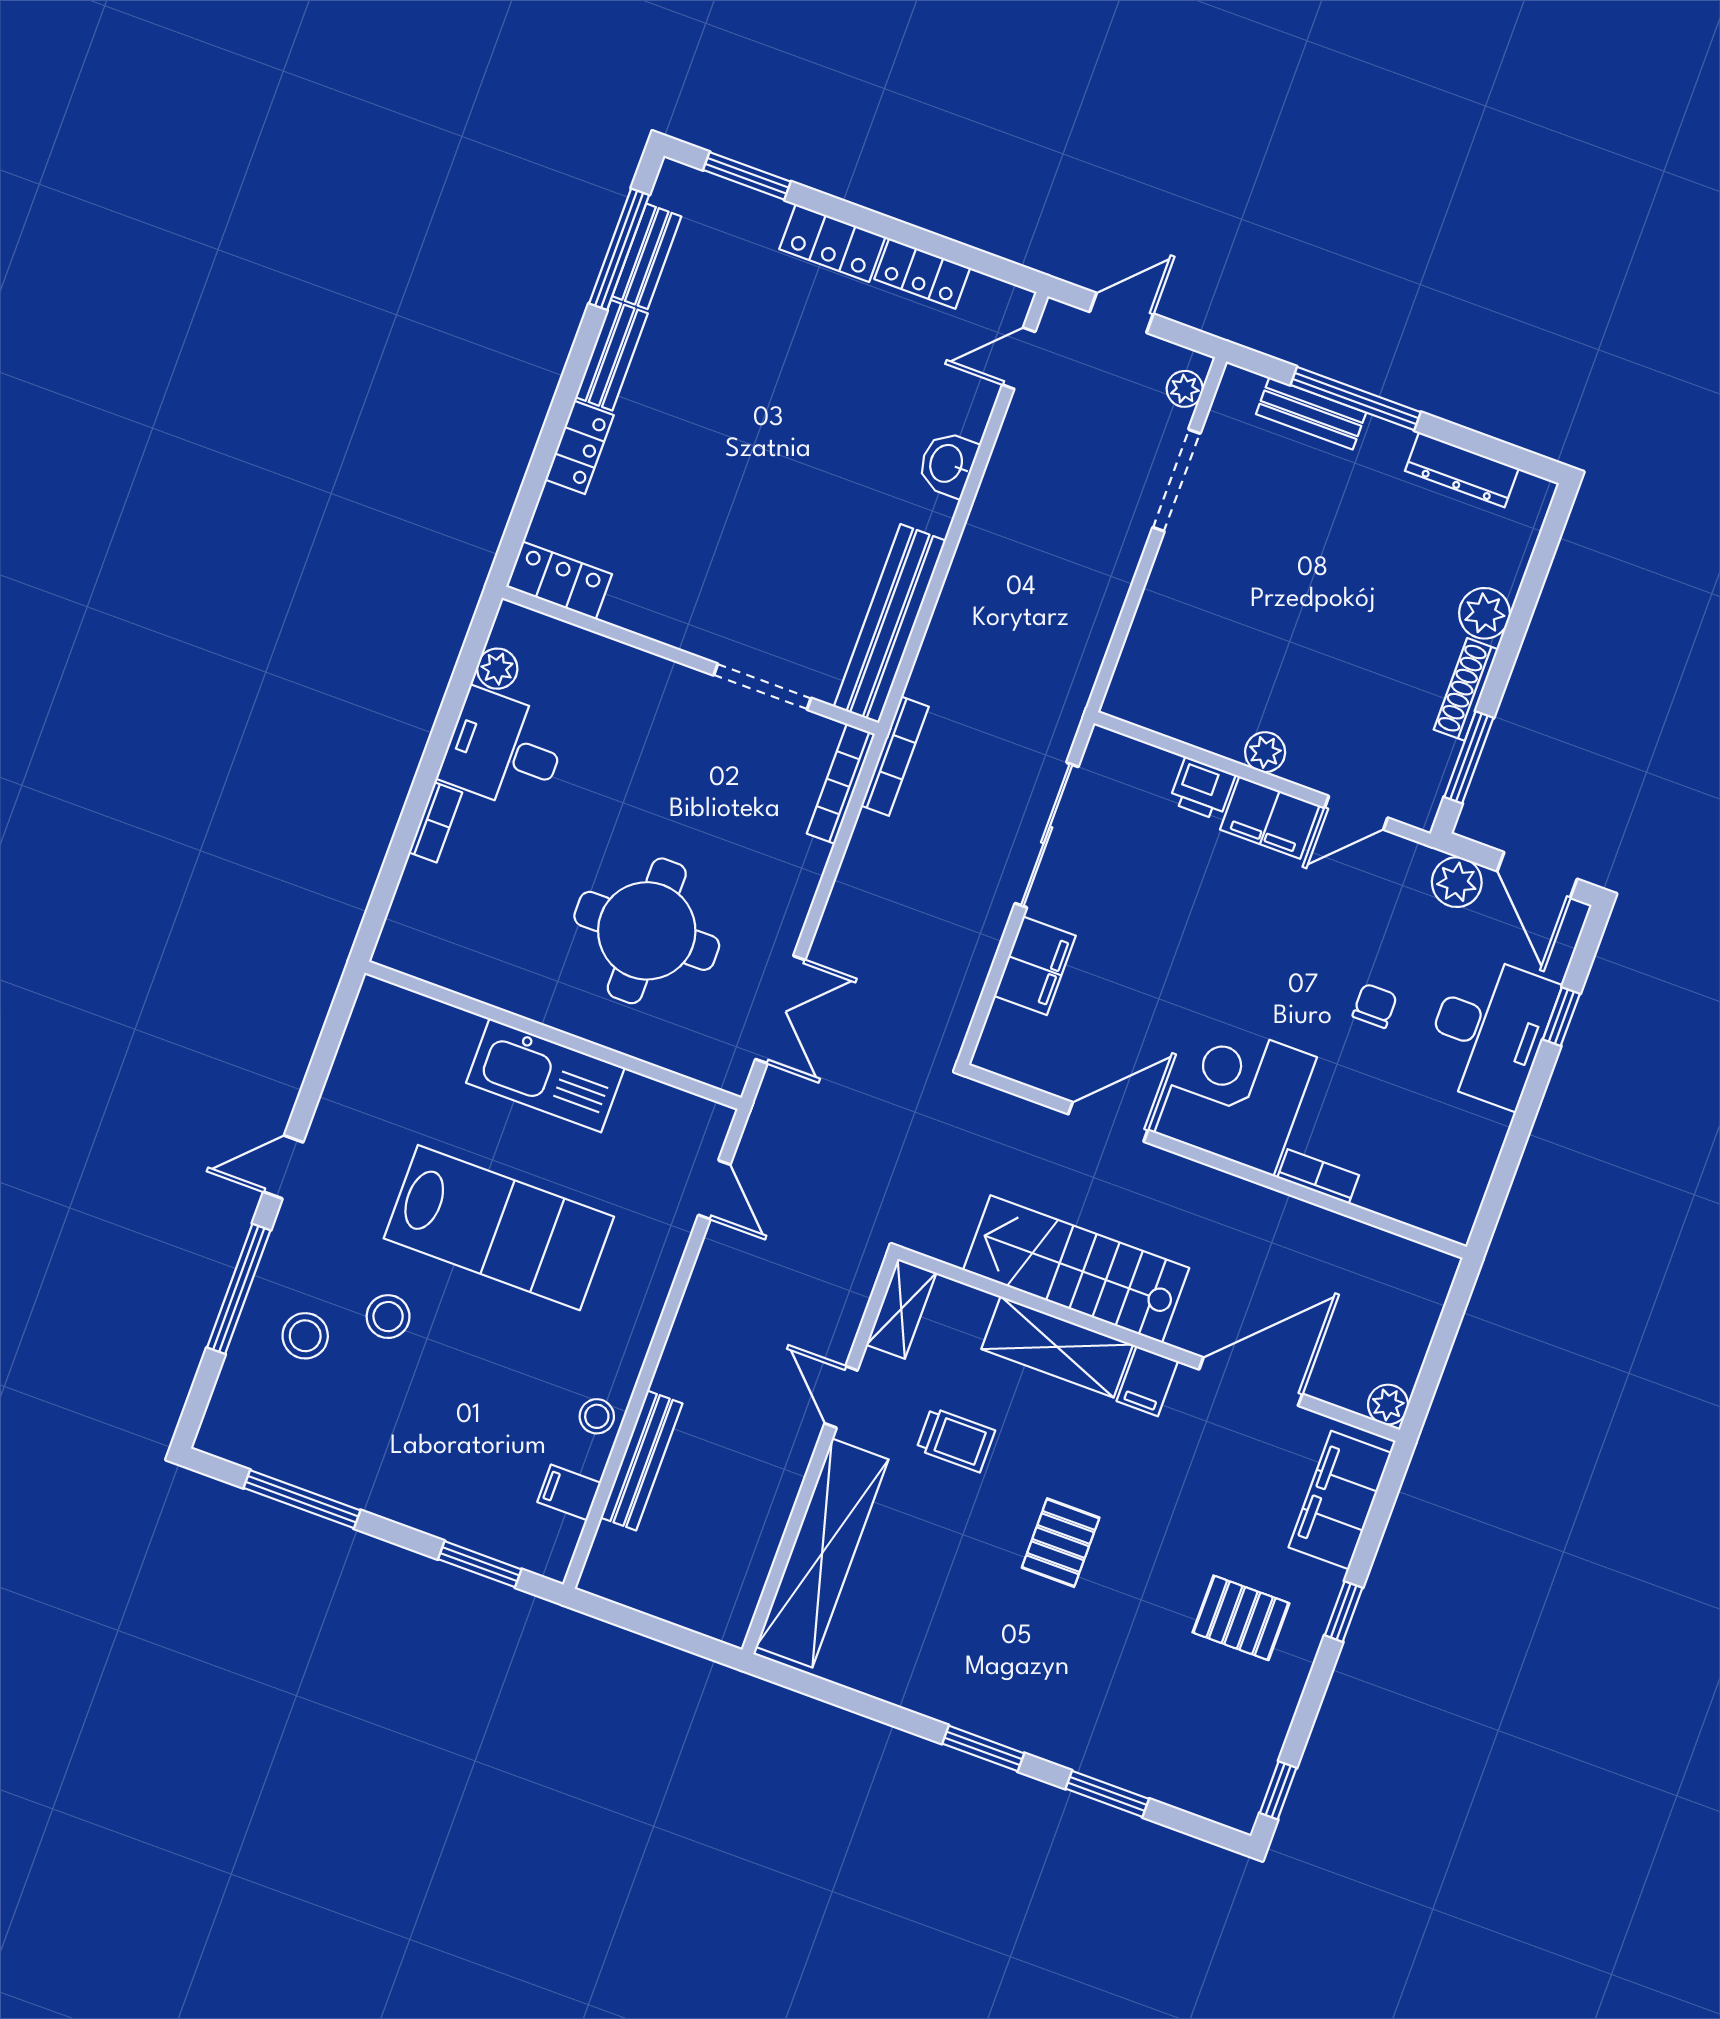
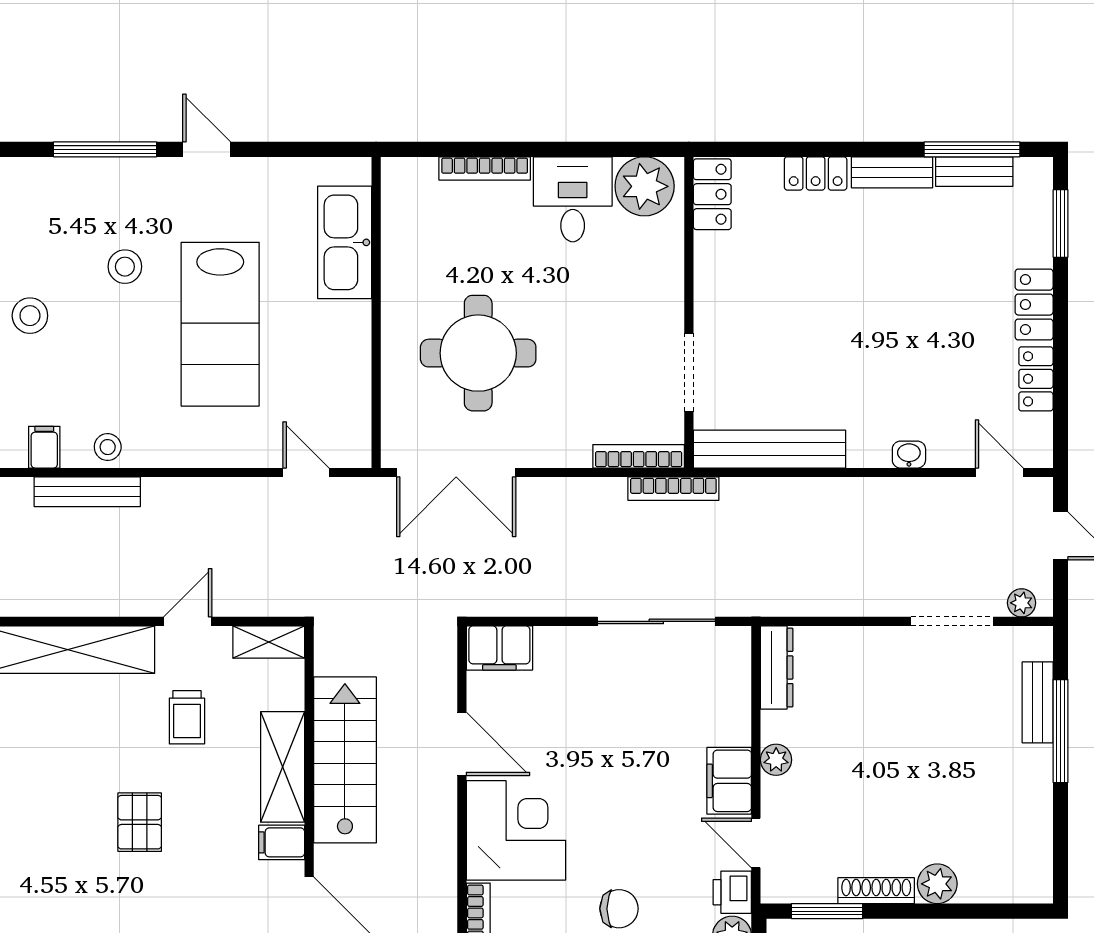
washbasin: (947, 464) -> (909, 455), width x0.72, depth x0.69
dresser: (1462, 470) -> (777, 667), moved, turned 180
plant: (497, 669) -> (645, 186), width x1.87, depth x1.87
printer: (1202, 789) -> (732, 892), moved
bookcase: (435, 822) -> (485, 168), width x1.56
filing cabinet: (1035, 966) -> (499, 648), moved
chair: (1375, 1006) -> (619, 909), width x1.37, depth x1.37
double door: (780, 1010) -> (456, 472), width x1.37
kitchen sink: (545, 1075) -> (345, 242), moved
door: (714, 1190) -> (306, 472), swing flipped
stool: (305, 1336) -> (30, 316), moved
pallet: (1061, 1543) -> (140, 822), turned 90

